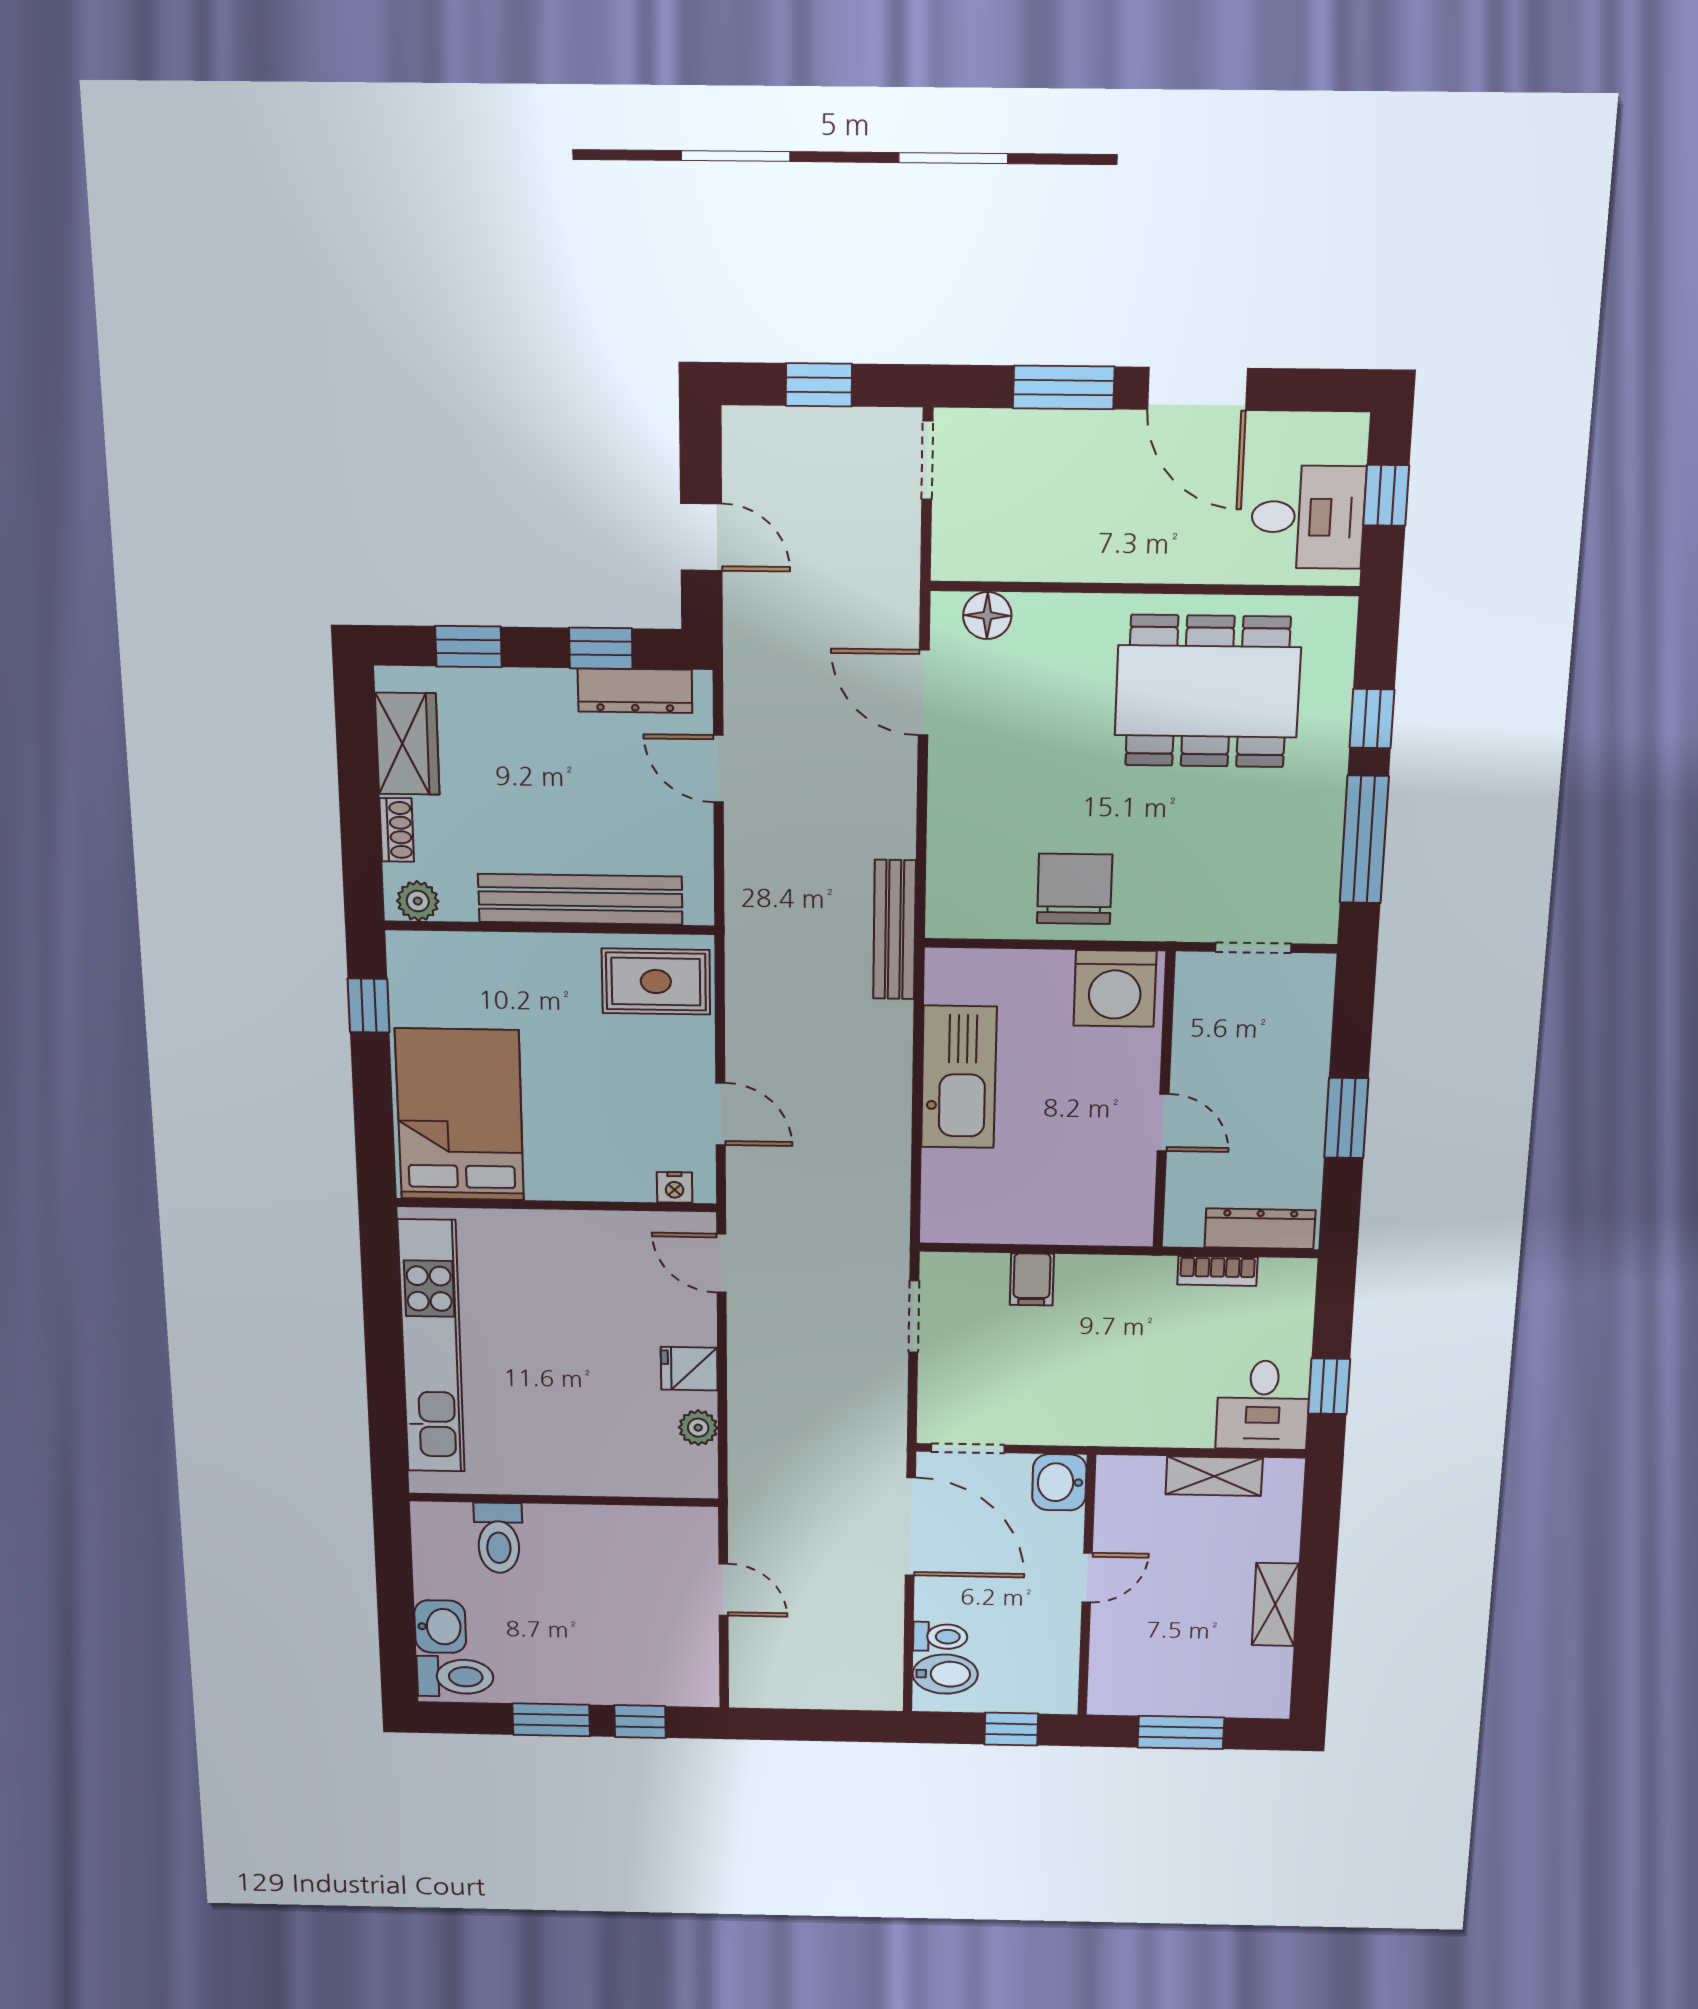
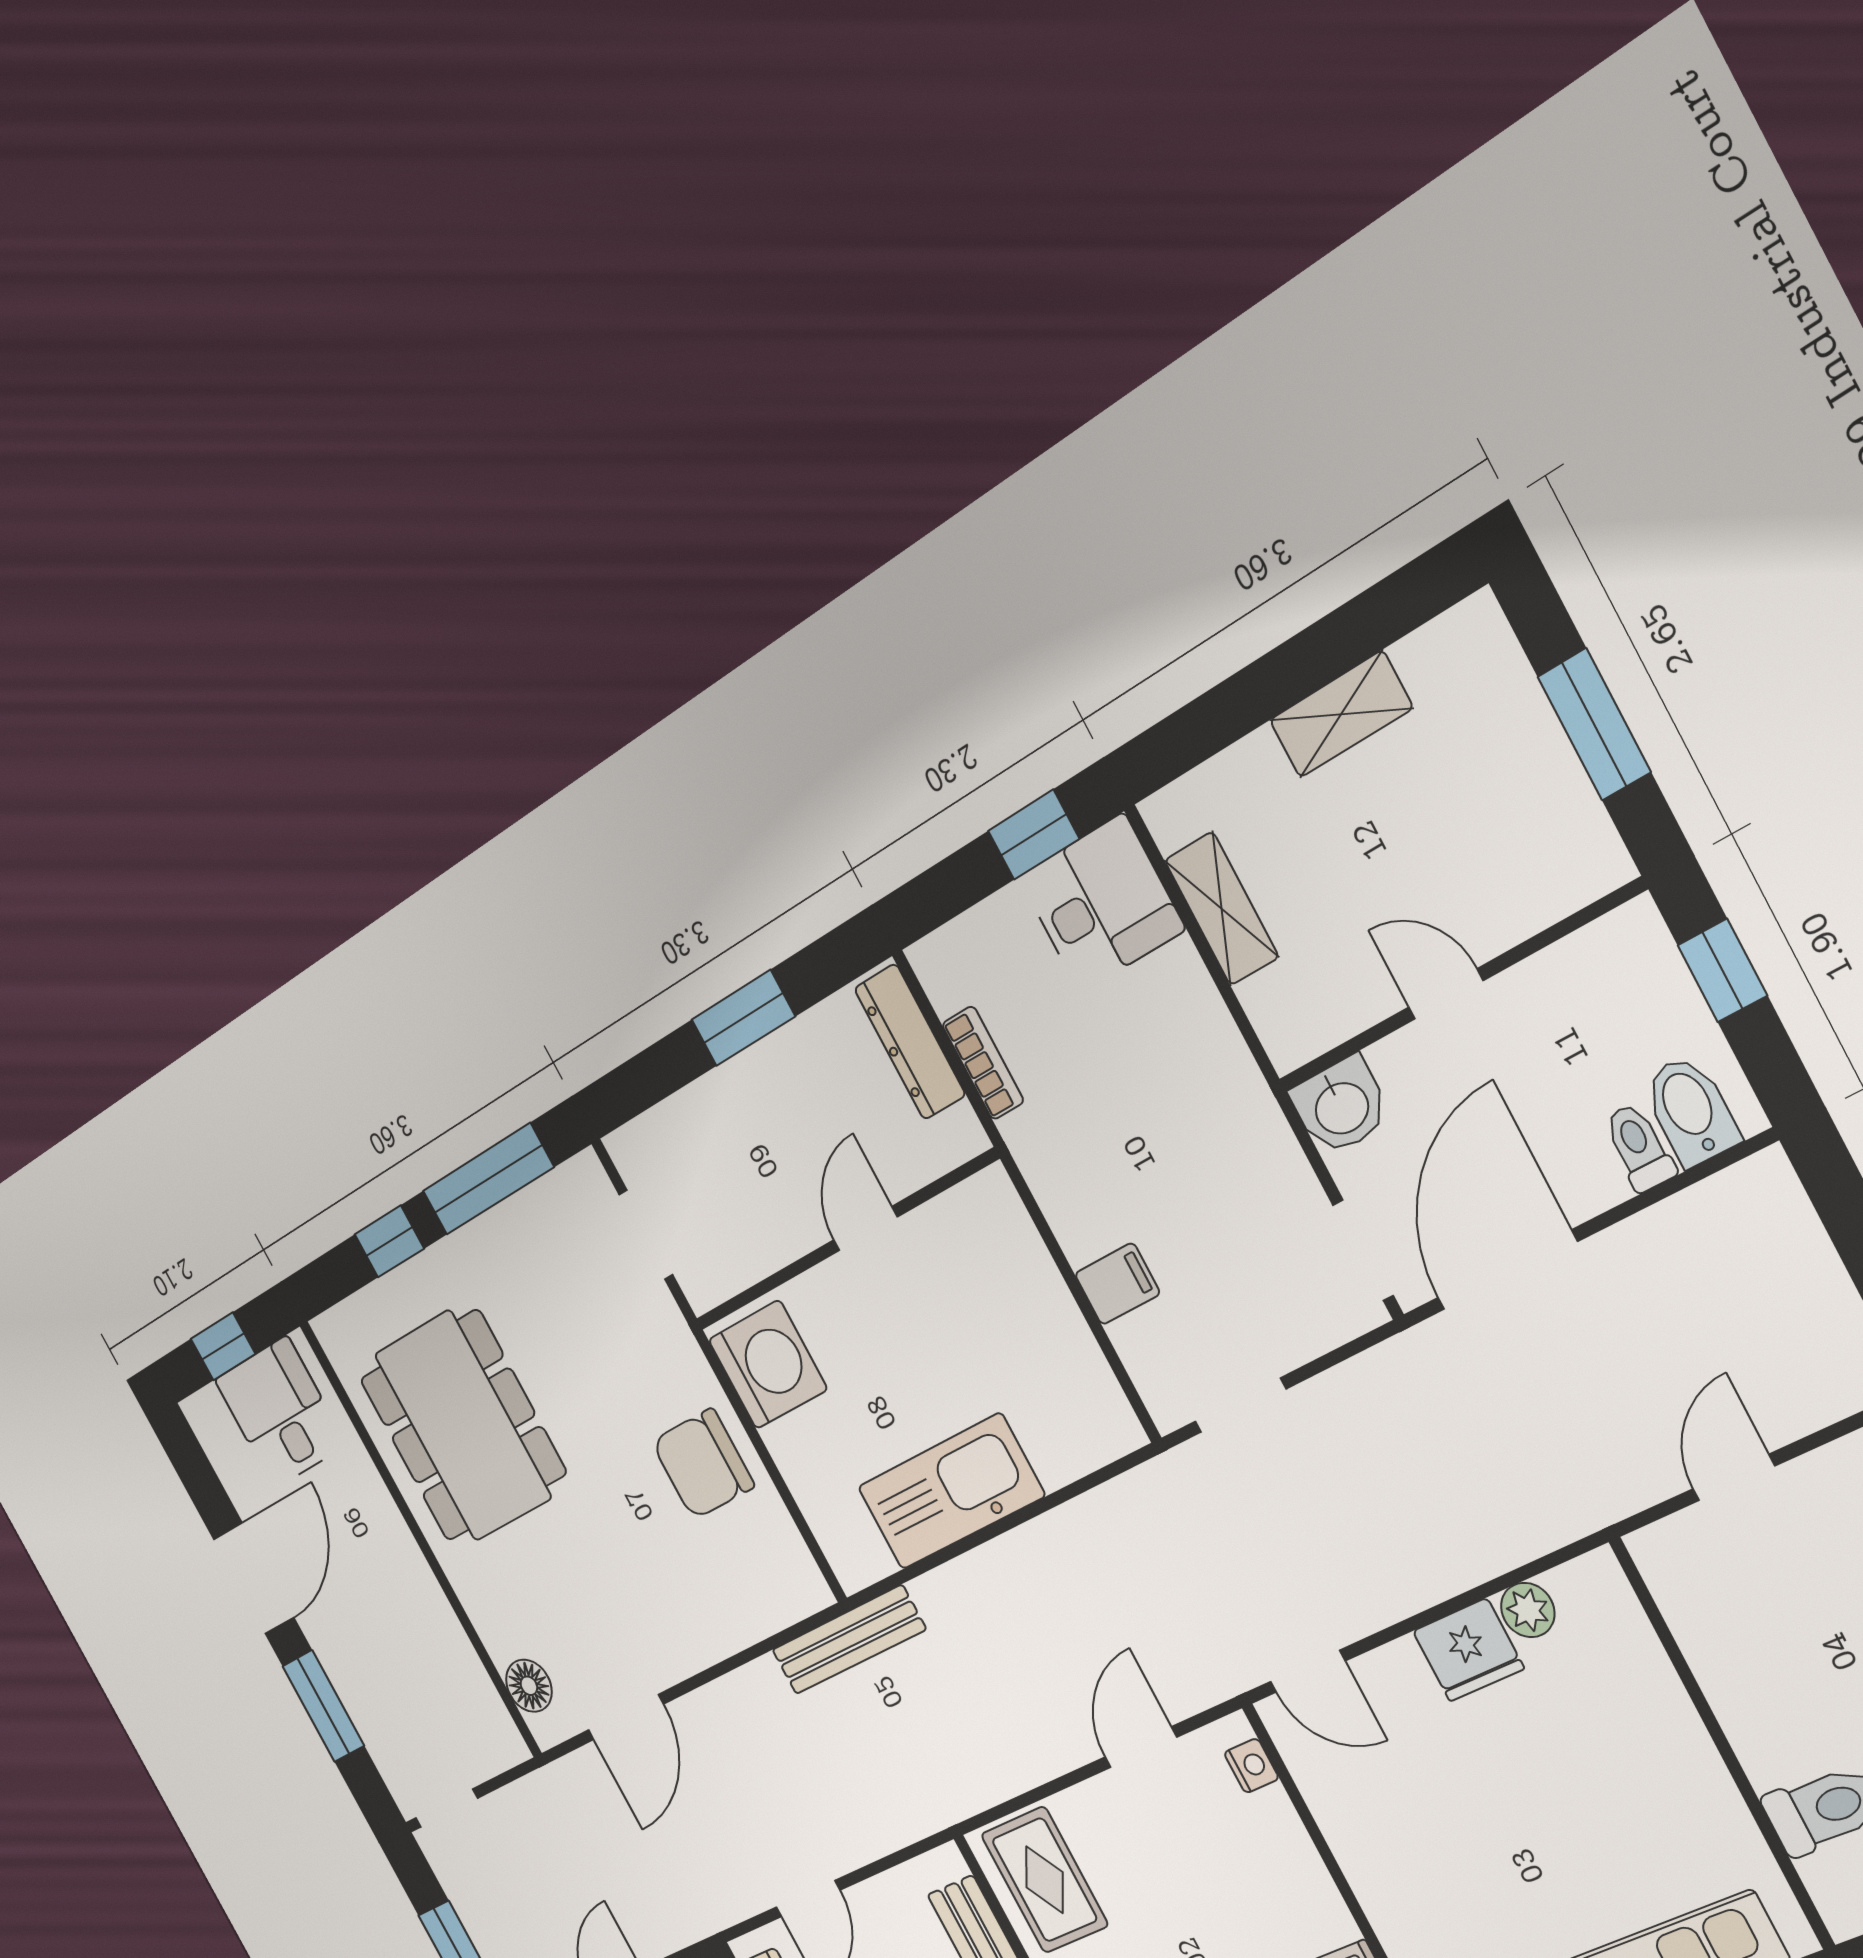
door: (721, 1263) -> (1308, 1671), hinge flipped
fridge: (689, 1369) -> (1468, 1650), width x1.38

